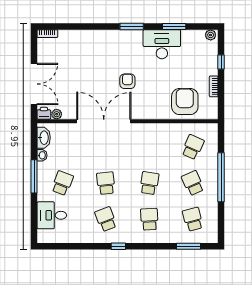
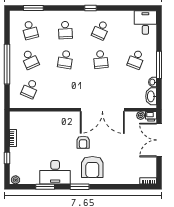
armchair: (185, 102) -> (92, 167), moved
desk: (52, 215) -> (145, 23), moved, turned -90
school desk: (106, 219) -> (101, 30), turned 45

